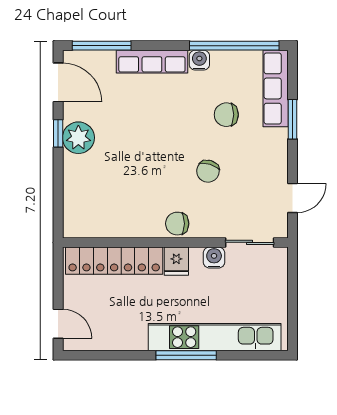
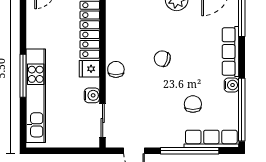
window: (292, 119) -> (190, 151), width x2.11
chair: (208, 171) -> (162, 59), moved

